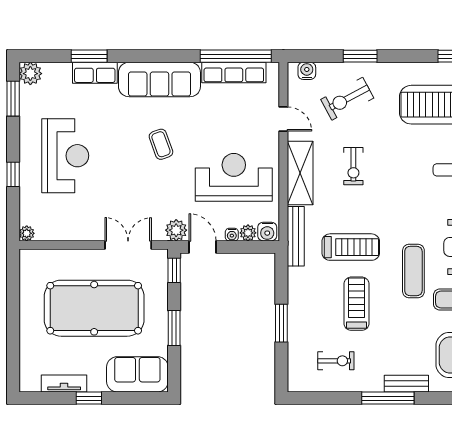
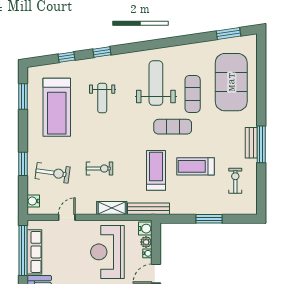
exercise bike: (347, 99) -> (53, 173), turned -54
shelving: (300, 173) -> (112, 208), width x0.67, depth x0.75
bench: (406, 384) -> (251, 143), moved

